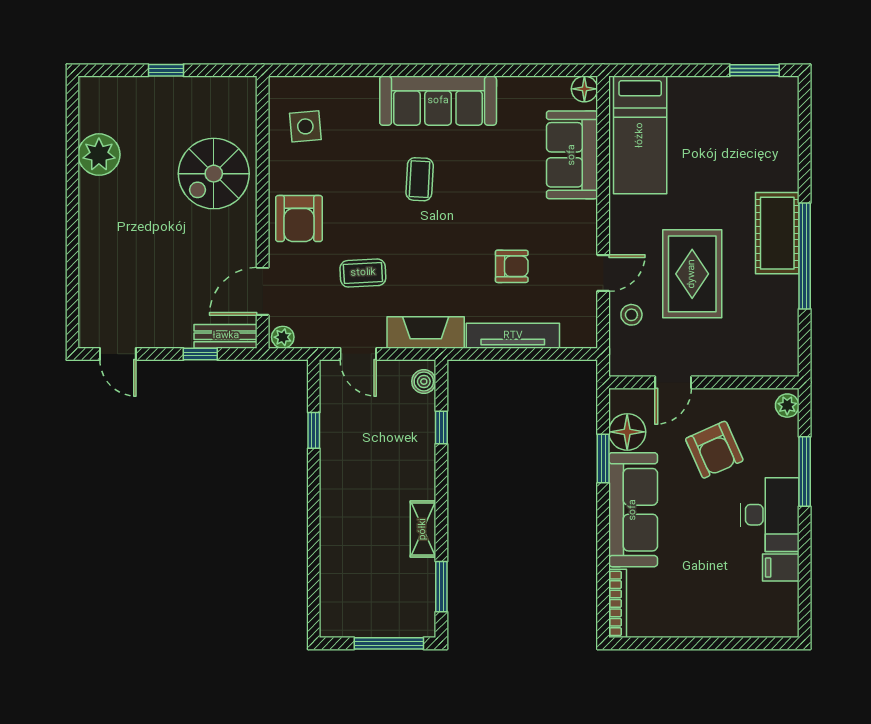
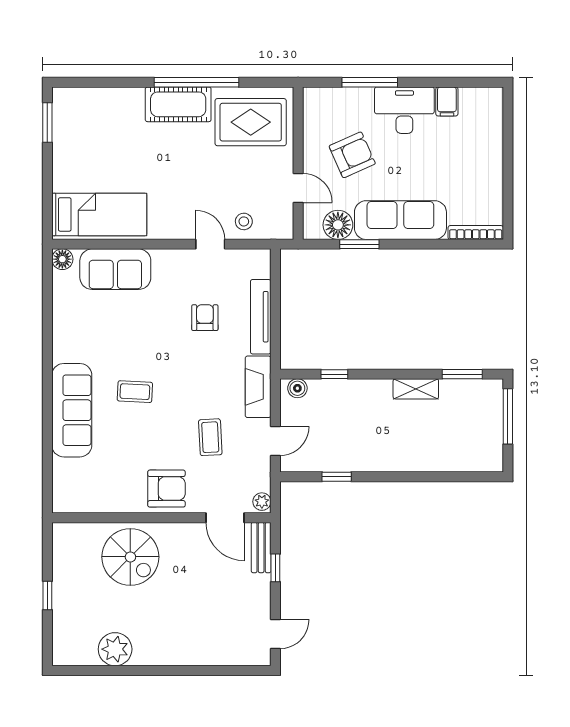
sofa: (438, 101) -> (72, 410), moved
side table: (305, 126) -> (93, 483), removed
rug: (692, 274) -> (251, 122), moved
plant: (787, 406) -> (317, 96), removed

